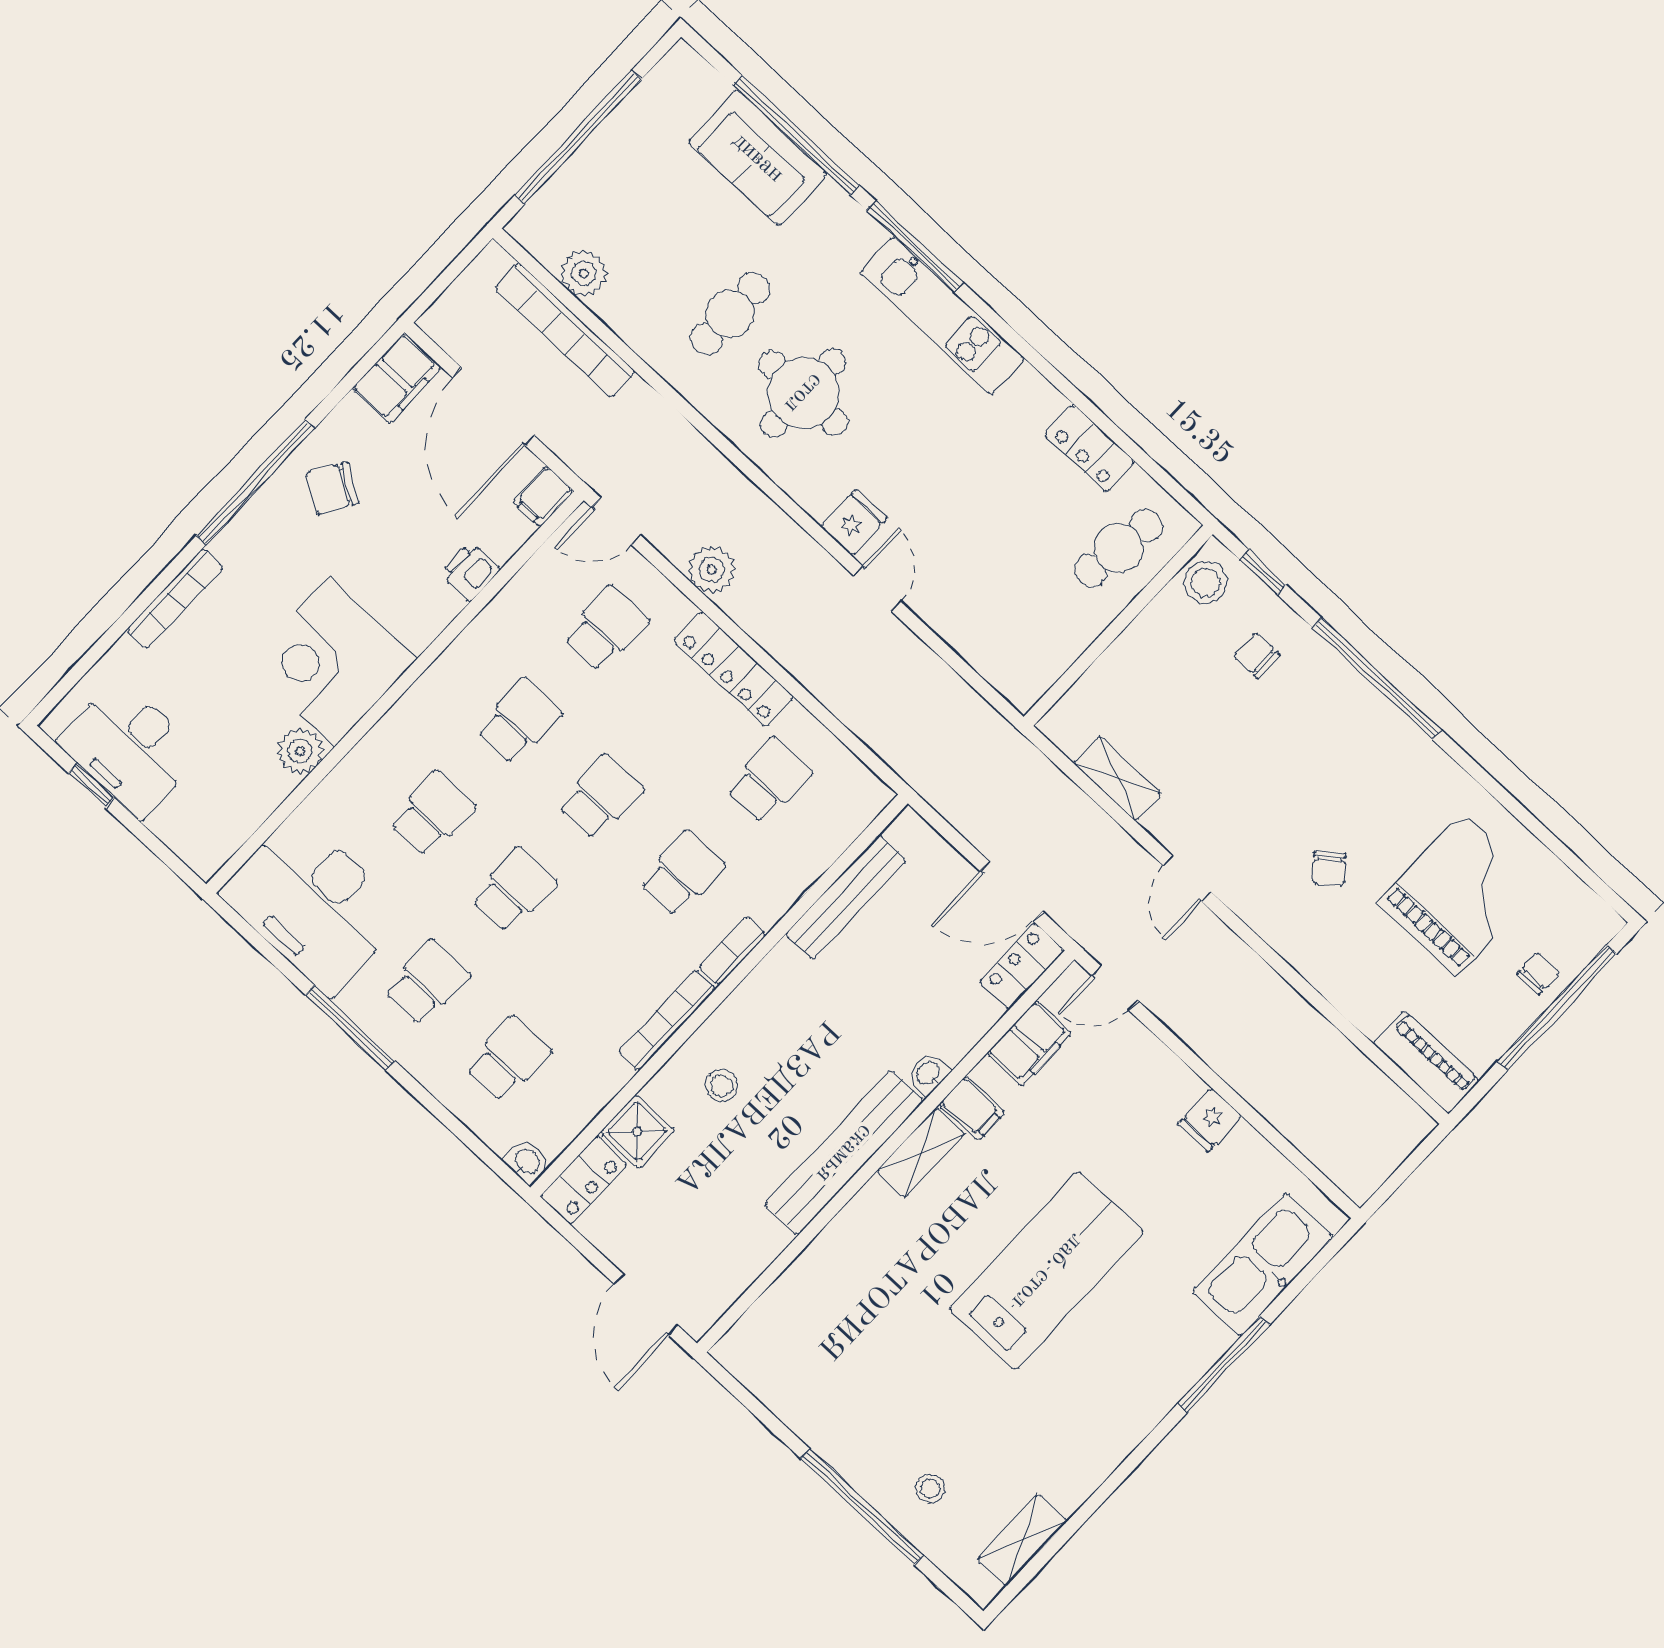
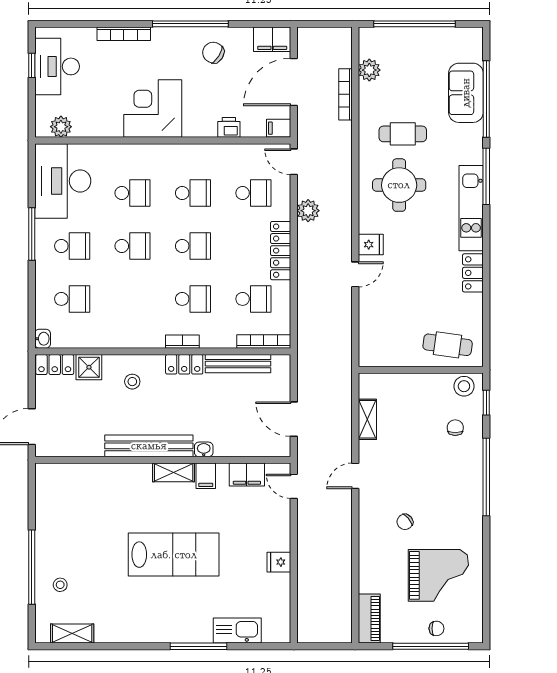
bookcase: (565, 330) -> (346, 94), width x0.68, depth x0.76
locker: (1090, 448) -> (473, 273), moved
plant: (300, 751) -> (61, 127), moved
locker: (1022, 966) -> (184, 364), moved, turned 180
bookcase: (667, 1020) -> (264, 341), moved
kitchen sink: (1263, 1265) -> (237, 631), width x0.73, depth x0.81

